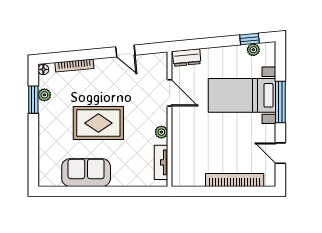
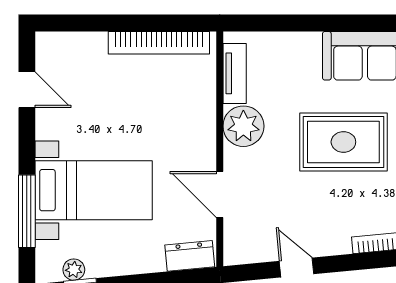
window: (280, 102) -> (27, 211), moved
plant: (161, 132) -> (243, 126), width x1.87, depth x1.87
bookcase: (235, 180) -> (159, 43), moved

